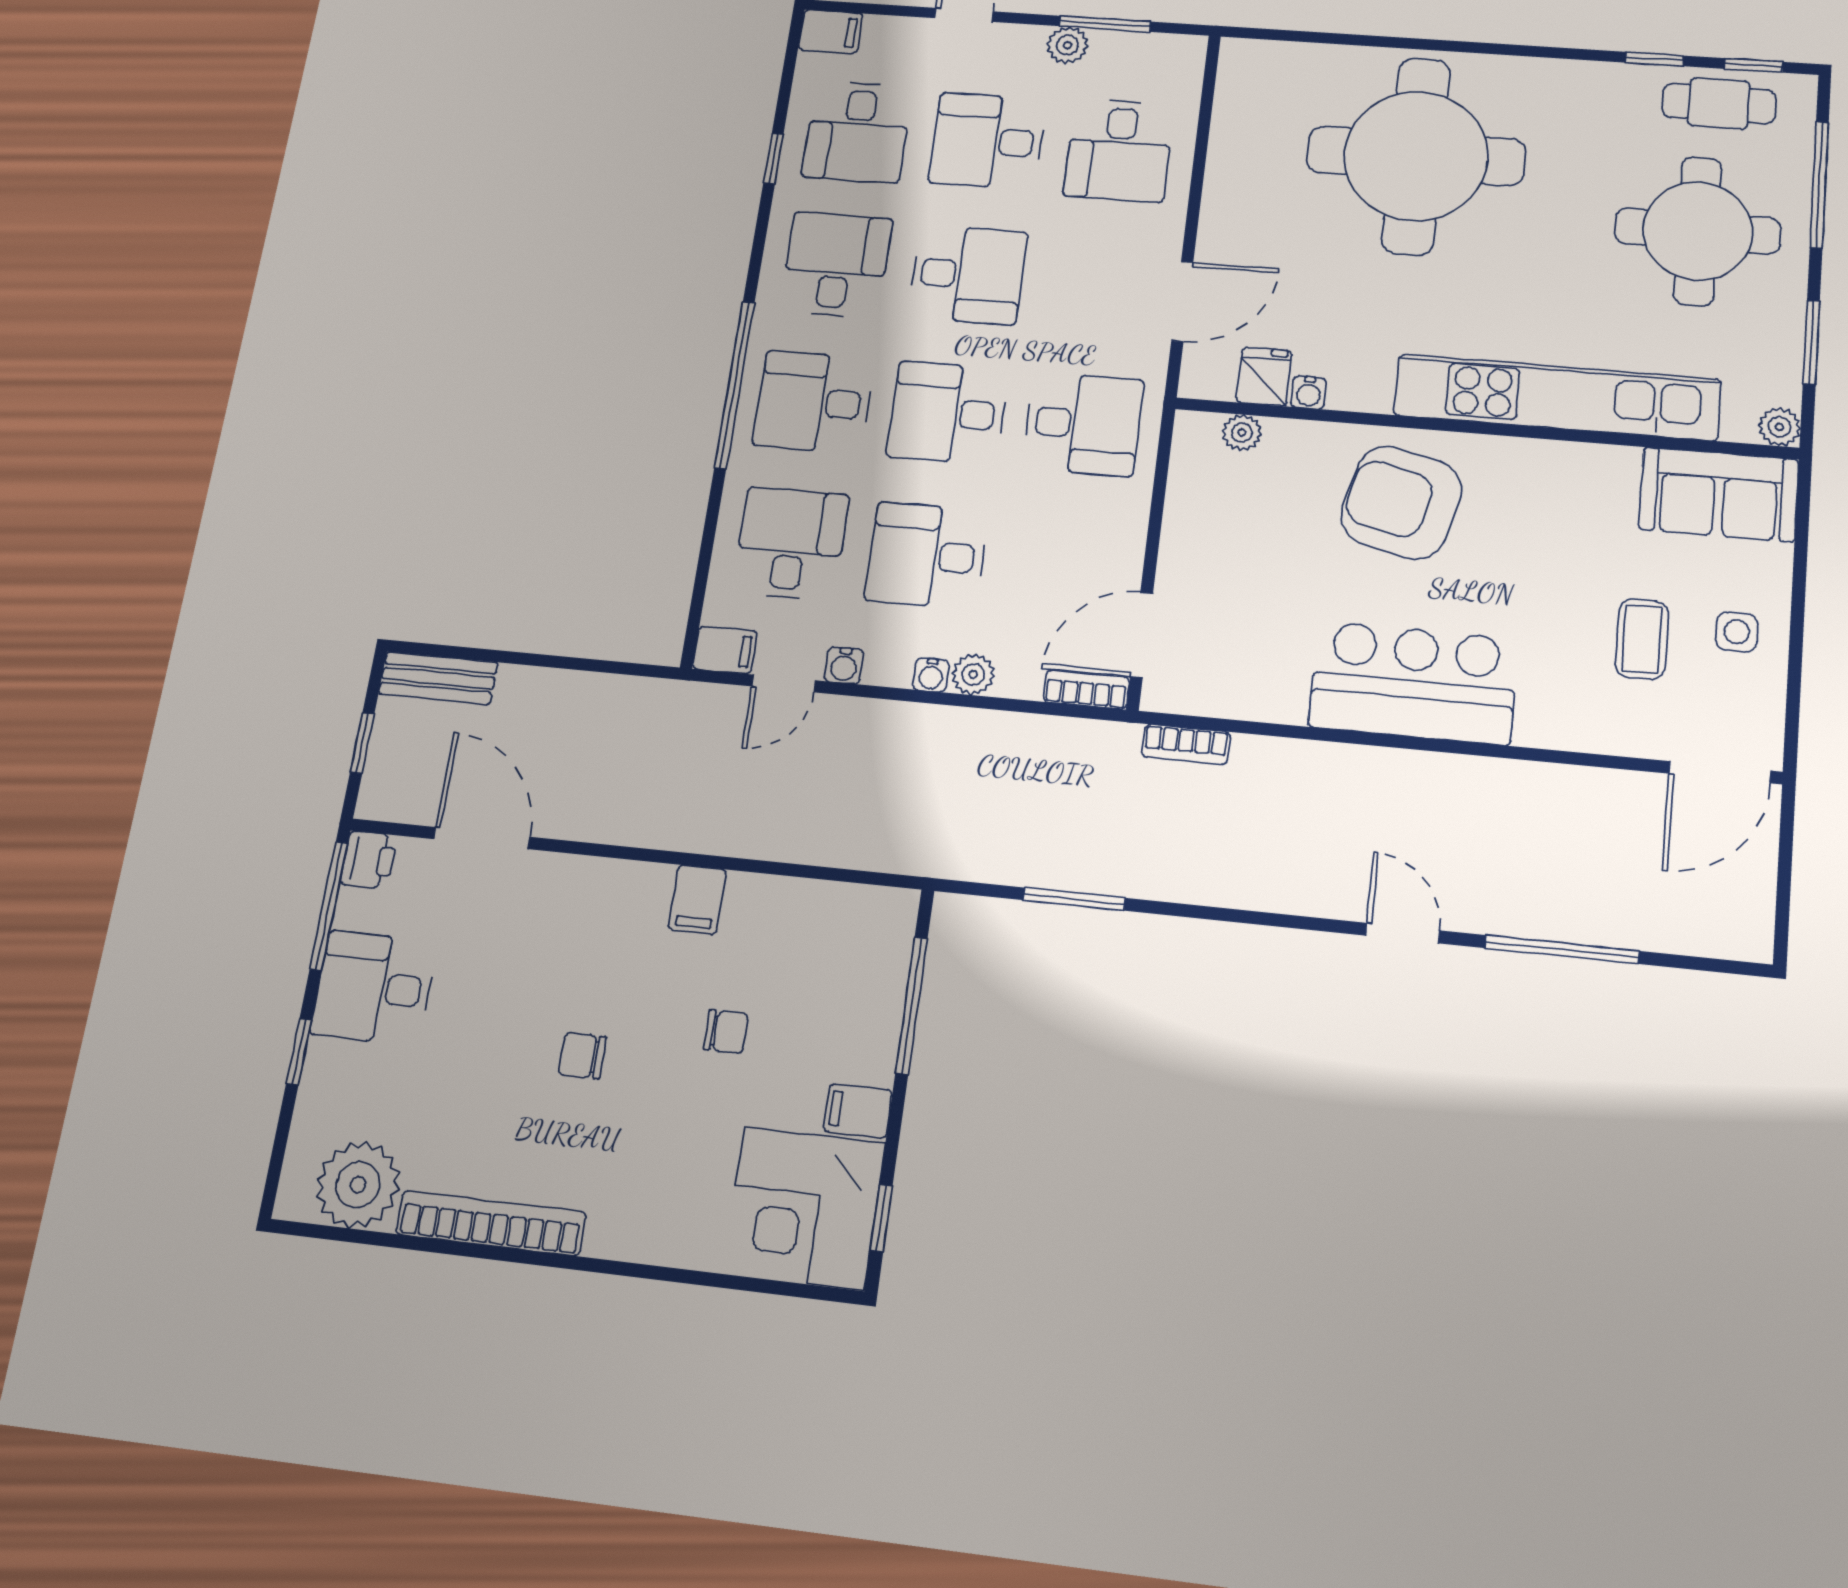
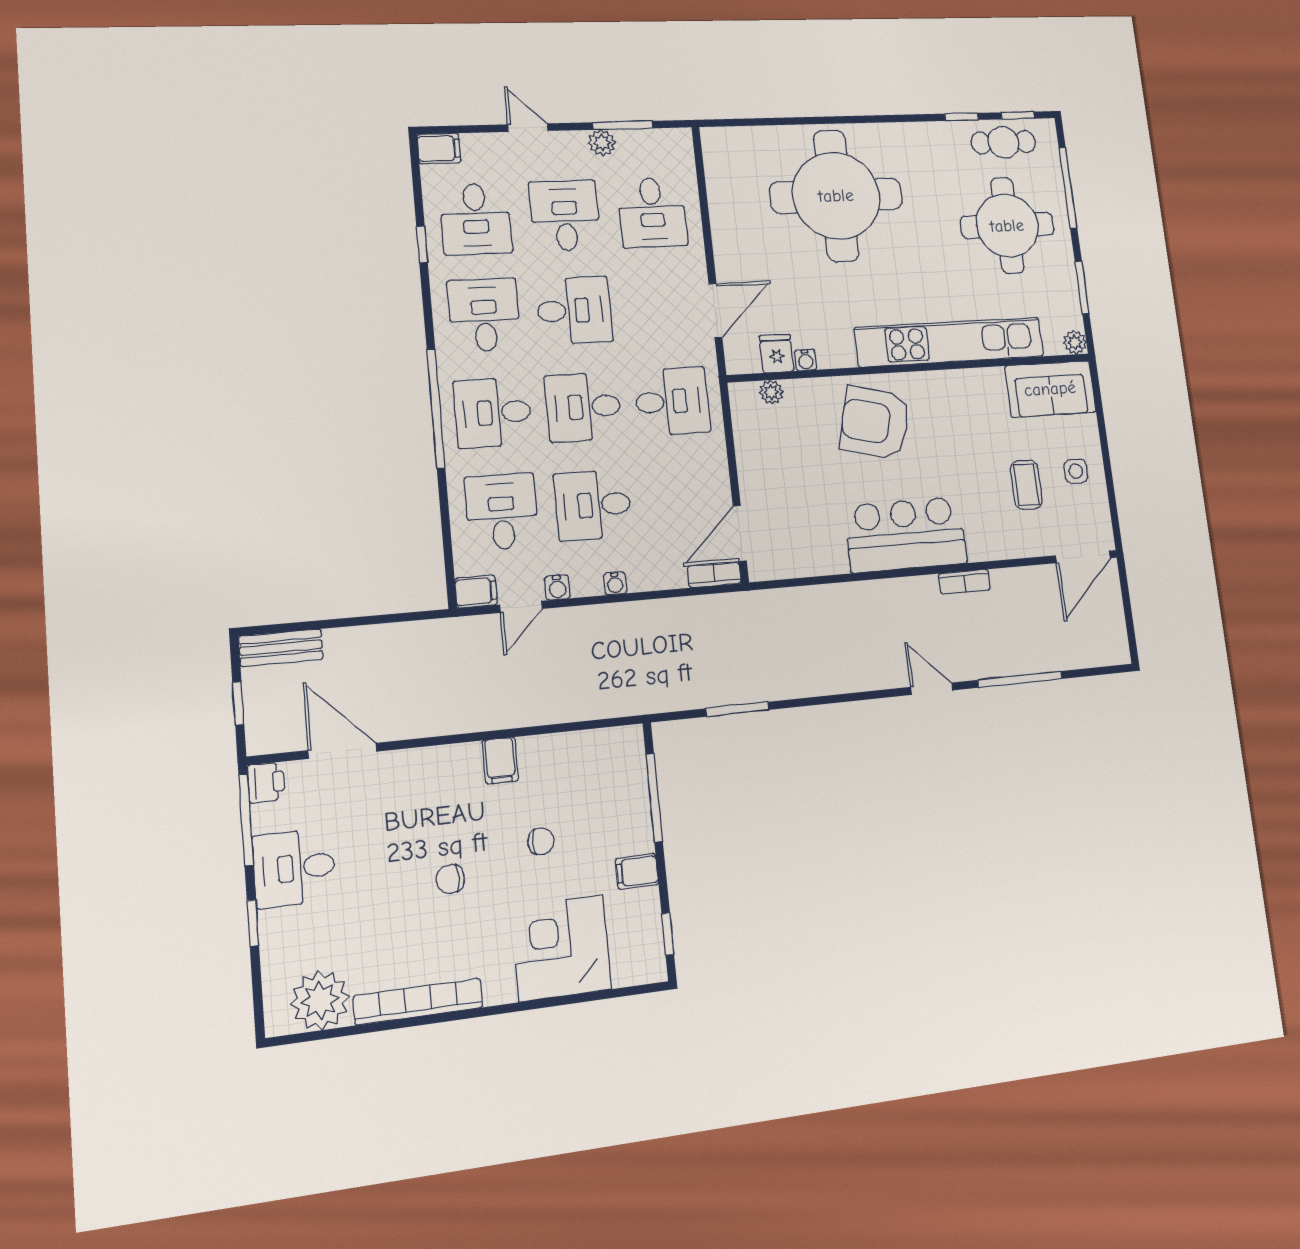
desk: (987, 141) -> (565, 216), turned 90
plant: (973, 674) -> (642, 578), removed
bookcase: (1186, 744) -> (964, 582), moved
corner desk: (804, 1208) -> (561, 948), moved, turned 90

